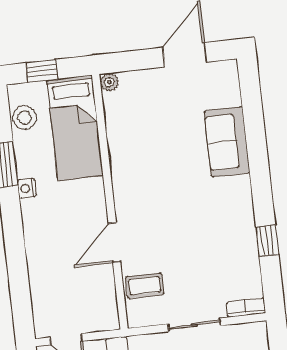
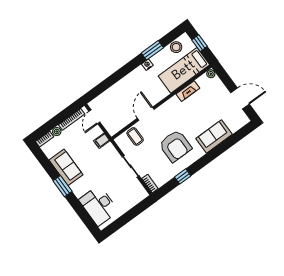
fireplace: (117, 142) -> (188, 91), added
armchair: (204, 222) -> (175, 146), added
door: (114, 243) -> (146, 114), hinge flipped

